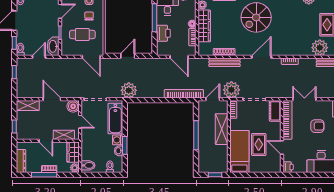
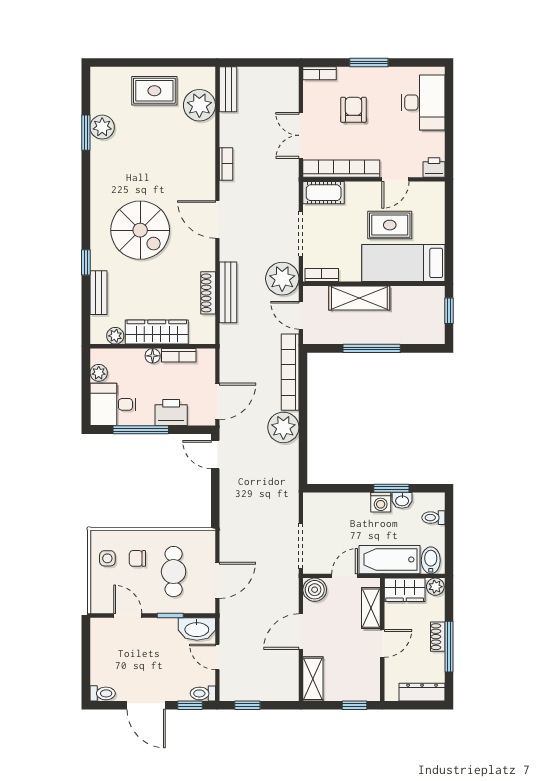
door: (128, 56) -> (215, 455), moved
door: (91, 57) -> (217, 580), moved
door: (179, 57) -> (217, 401), moved
plant: (129, 90) -> (283, 427), moved
bathtub: (115, 119) -> (390, 560), moved, turned 180

